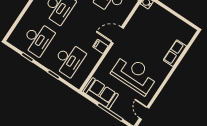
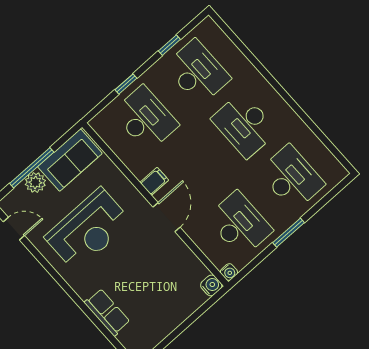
desk: (38, 39) -> (197, 72), turned 180
desk: (69, 60) -> (145, 119), turned 180
plant: (117, 108) -> (35, 182), added

